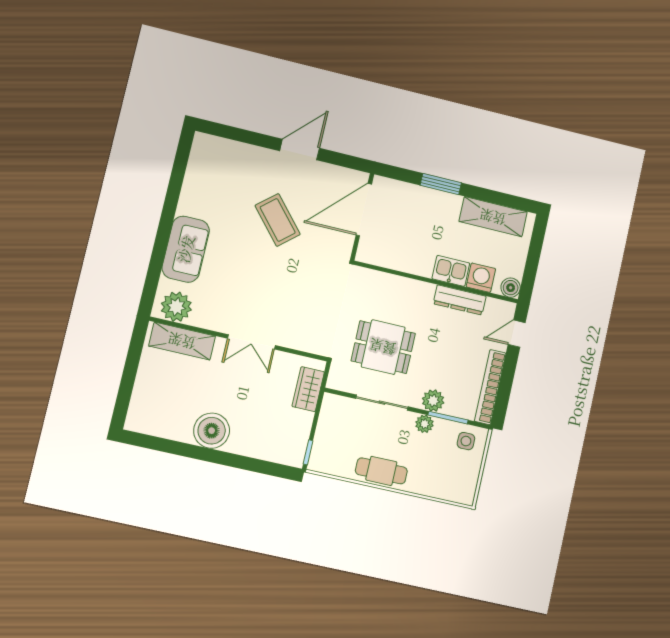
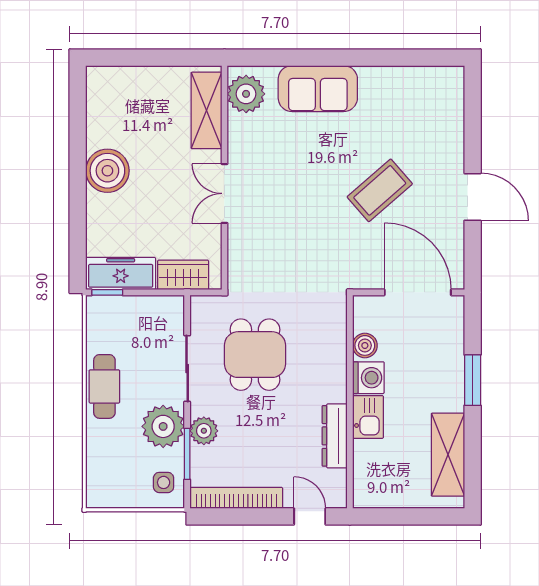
washing machine: (481, 278) -> (368, 378), moved
boiler: (511, 288) -> (365, 345), moved
plant: (424, 424) -> (163, 426), width x1.87, depth x1.87
freezer: (296, 438) -> (121, 274), added

